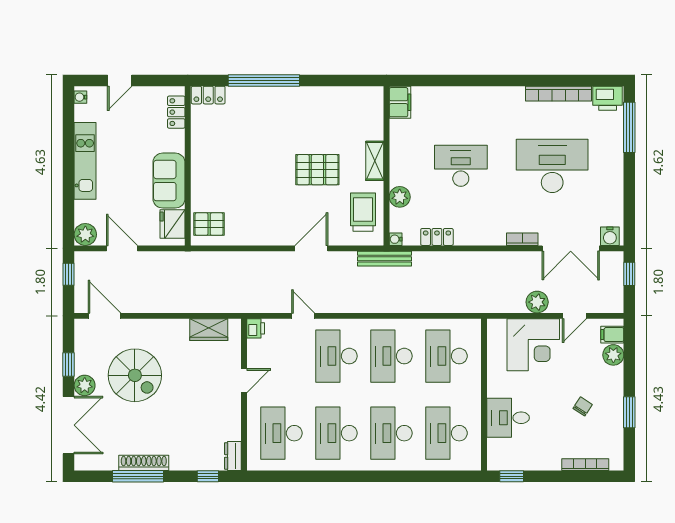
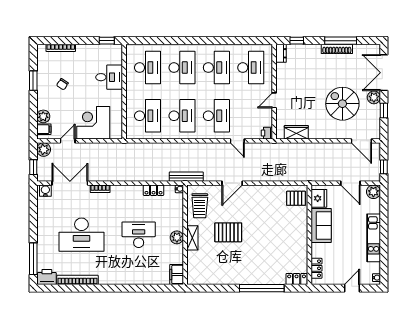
desk: (461, 166) -> (139, 235), turned 180
plant: (400, 197) -> (177, 237), moved
plant: (537, 302) -> (44, 150), moved

